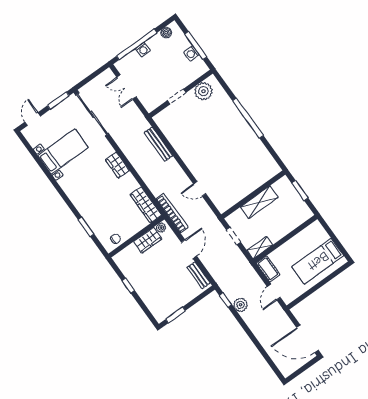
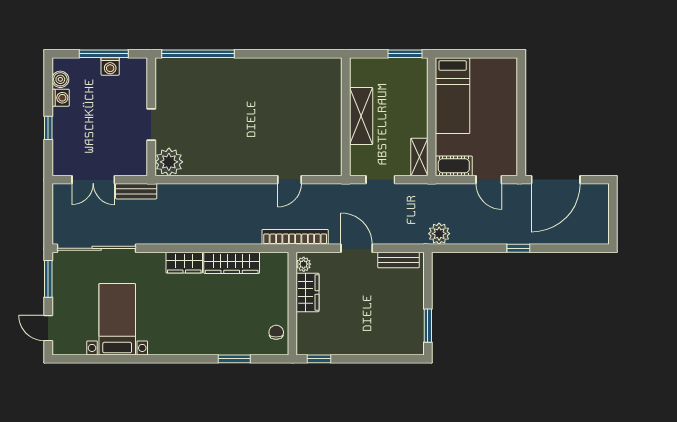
window: (137, 44) -> (48, 128), width x0.32
washing machine: (143, 50) -> (61, 98), moved
plant: (203, 91) -> (169, 162), moved
window: (248, 118) -> (198, 54), moved
bench: (158, 144) -> (136, 191), moved, width x0.73
window: (300, 191) -> (405, 54), moved
wardrobe: (146, 205) -> (232, 263), moved
bed: (318, 261) -> (453, 96), moved
window: (128, 286) -> (319, 359), moved
window: (226, 300) -> (518, 248), moved
plant: (241, 305) -> (439, 234), moved
door: (307, 339) -> (556, 180), moved

